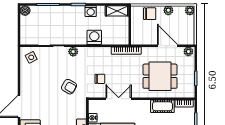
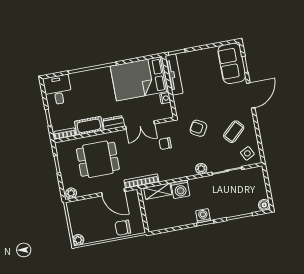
plant: (168, 10) -> (102, 235), removed
washing machine: (91, 11) -> (203, 216), moved
shelving: (117, 11) -> (158, 191), moved
door: (167, 46) -> (113, 192), moved
coffee table: (39, 78) -> (234, 132), added
dresser: (141, 105) -> (113, 123), added

